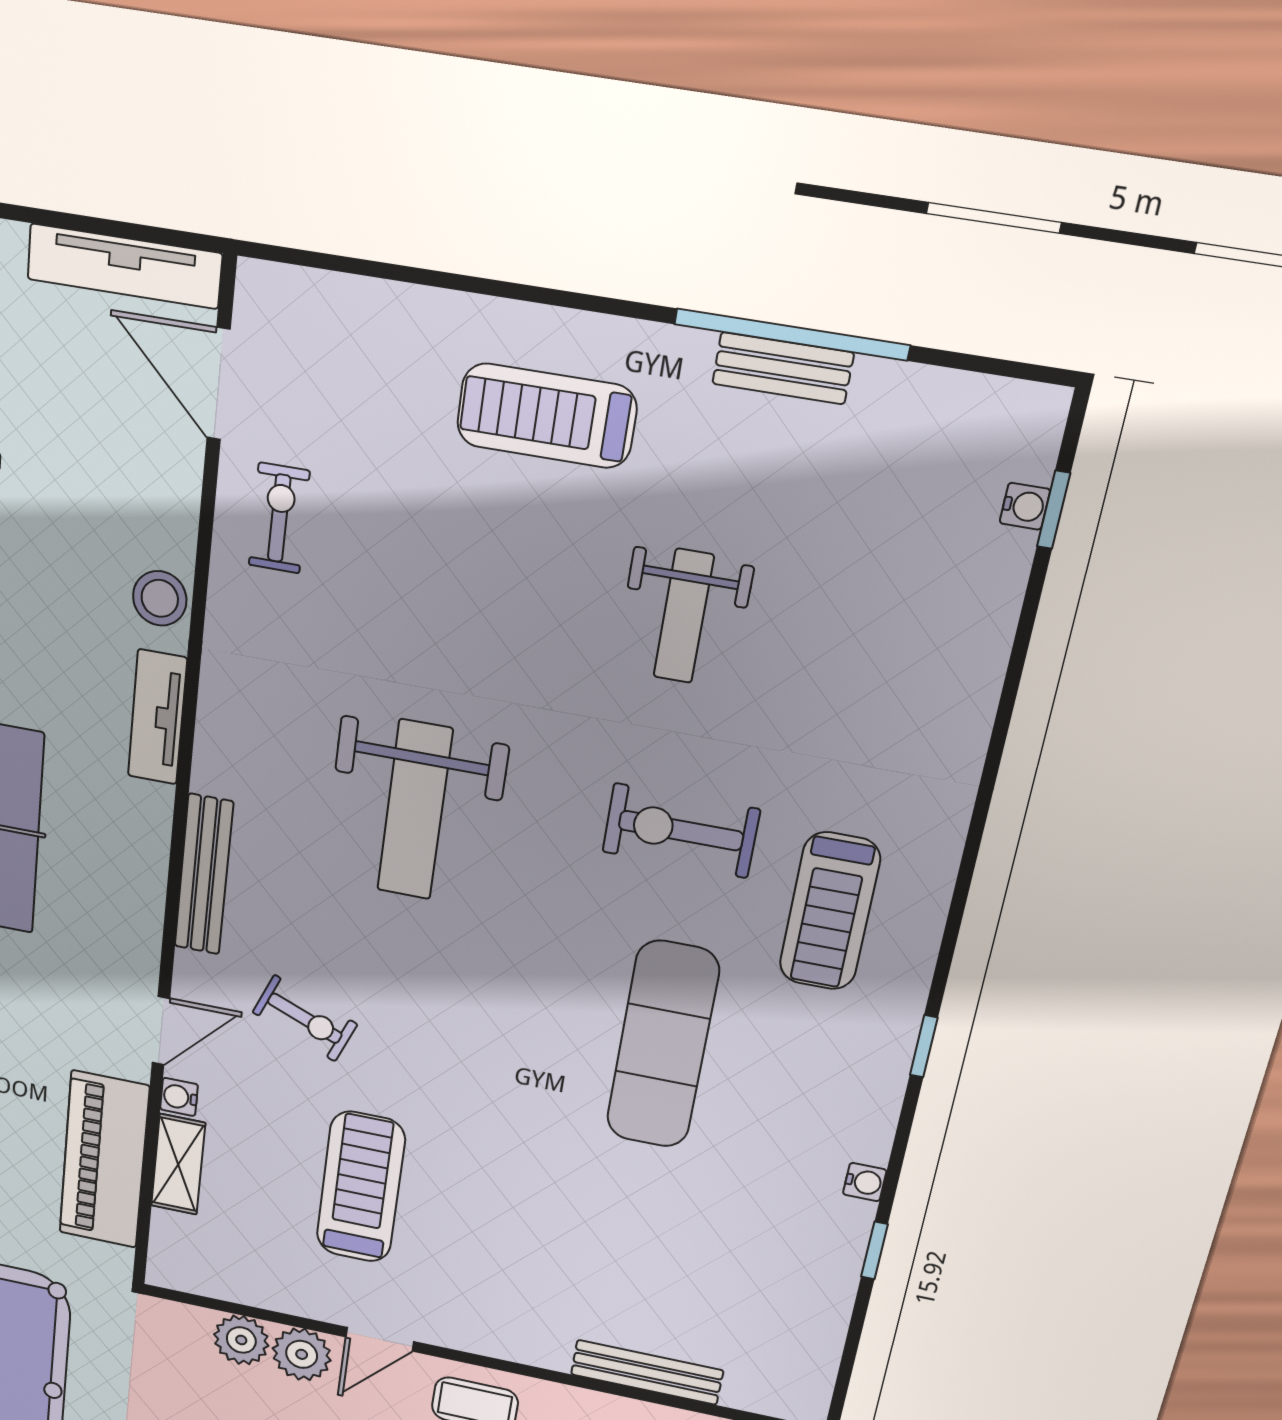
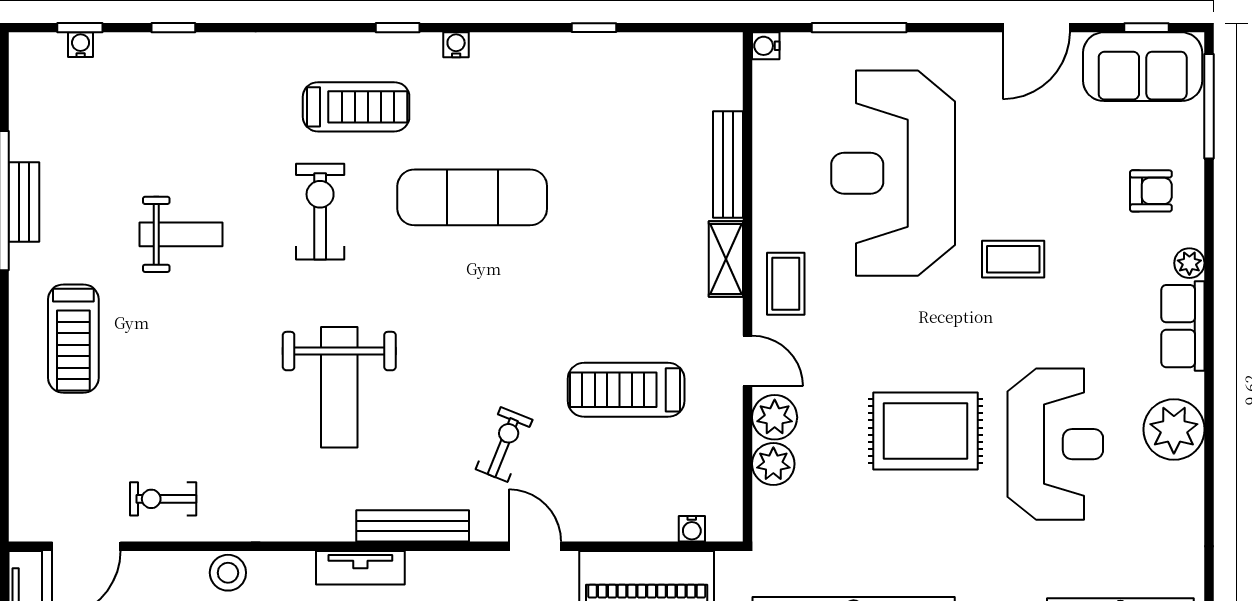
window: (1017, 661) -> (173, 28), added
tv unit: (157, 717) -> (360, 568), moved
weight bench: (415, 810) -> (339, 387), turned 90
exercise bike: (681, 831) -> (320, 212), turned 180
window: (924, 1046) -> (398, 28), moved
water cooler: (179, 1097) -> (692, 529), moved
shelving: (178, 1164) -> (726, 259), moved, turned 90
water cooler: (865, 1182) -> (456, 45), moved

